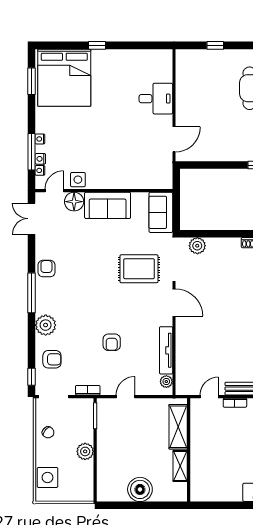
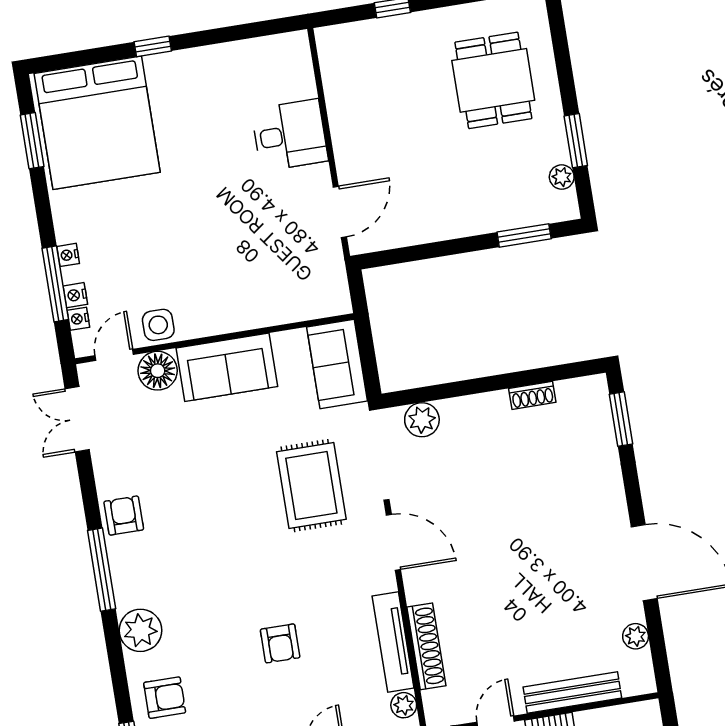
rug: (139, 269) -> (311, 486), turned 90
shoe rack: (182, 355) -> (426, 646), added

